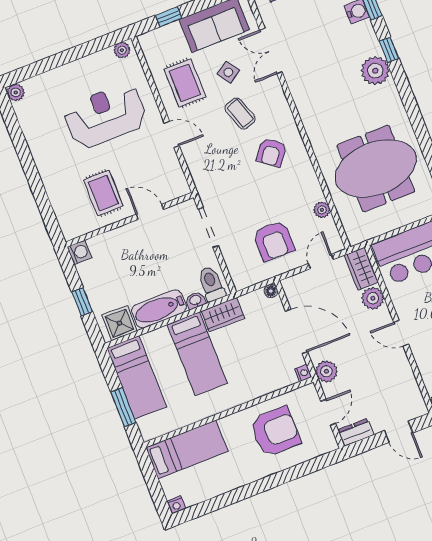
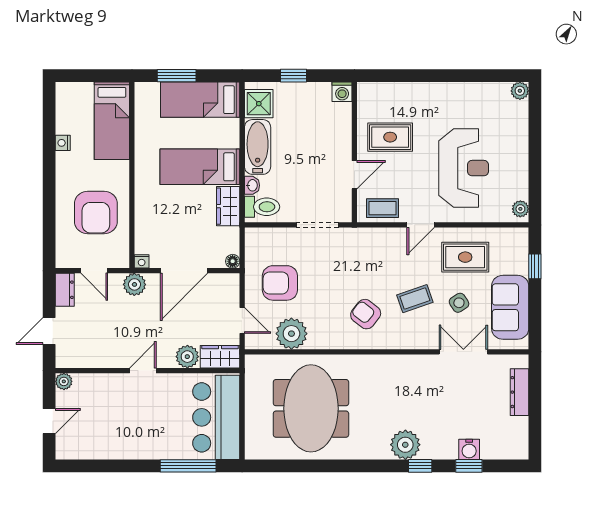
coffee table: (170, 175) -> (383, 208), added
plant: (322, 210) -> (291, 334), width x1.88, depth x1.88
nightstand: (176, 505) -> (63, 143), moved

